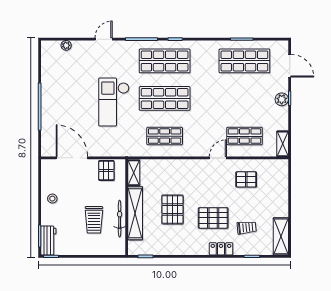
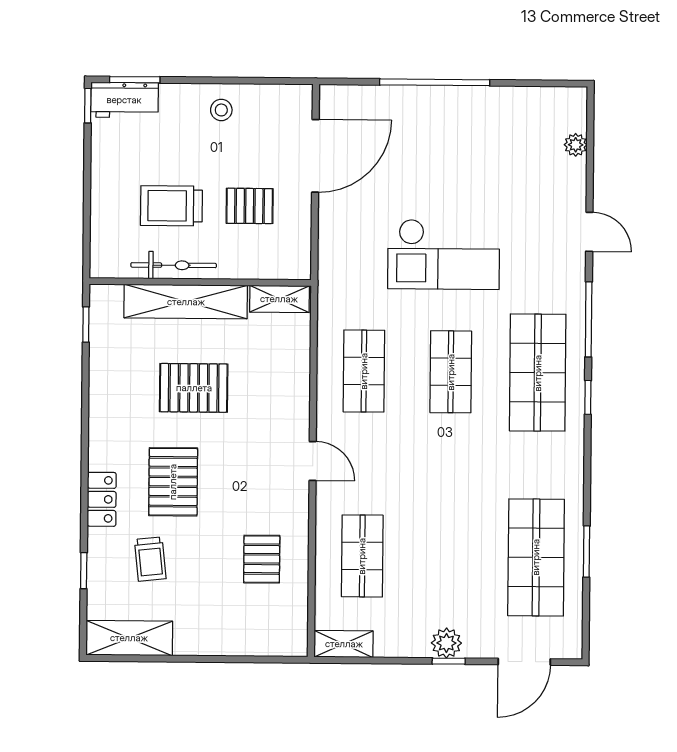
shop shelf: (165, 98) -> (451, 372), width x0.70, depth x0.74
checkout: (114, 102) -> (444, 254), turned 180
door: (218, 158) -> (313, 461), moved
pallet: (106, 170) -> (250, 206), moved

